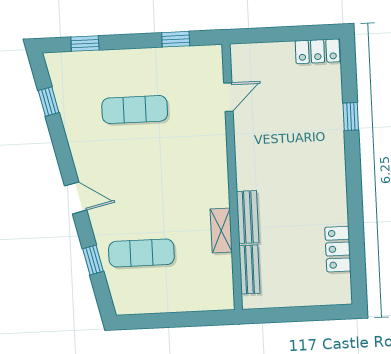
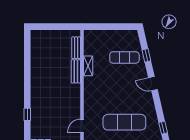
exercise mat: (135, 110) -> (124, 122), width x1.36, depth x1.45
locker: (338, 249) -> (36, 55), removed

